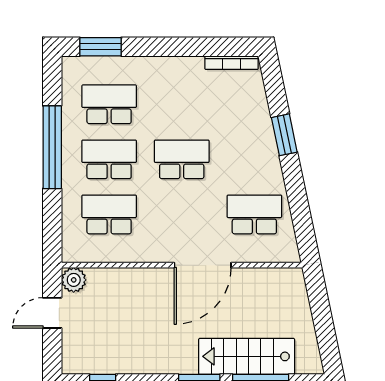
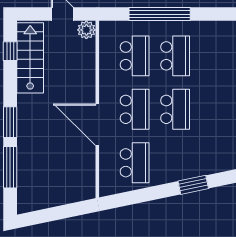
school desk: (109, 104) -> (135, 109), moved
window: (52, 147) -> (160, 14), moved
stairs: (247, 356) -> (30, 58), moved

